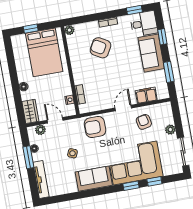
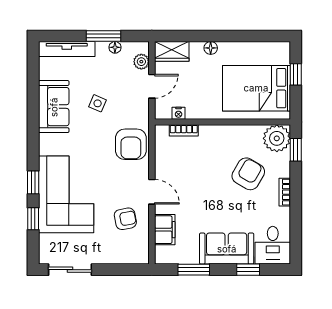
window: (134, 10) -> (296, 150), moved
plant: (69, 30) -> (277, 138), width x1.87, depth x1.87
armchair: (95, 127) -> (131, 144), turned 180
plant: (170, 130) -> (107, 257), removed
sofa: (94, 179) -> (54, 107), moved

